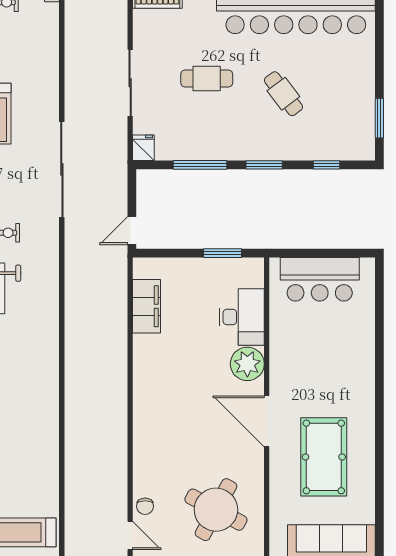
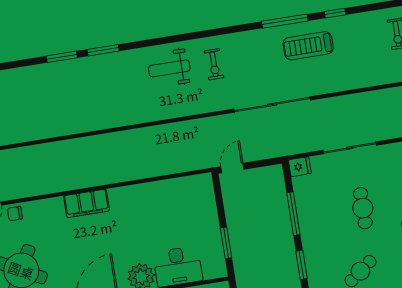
door: (132, 231) -> (232, 168), hinge flipped
filing cabinet: (147, 306) -> (87, 203), moved

